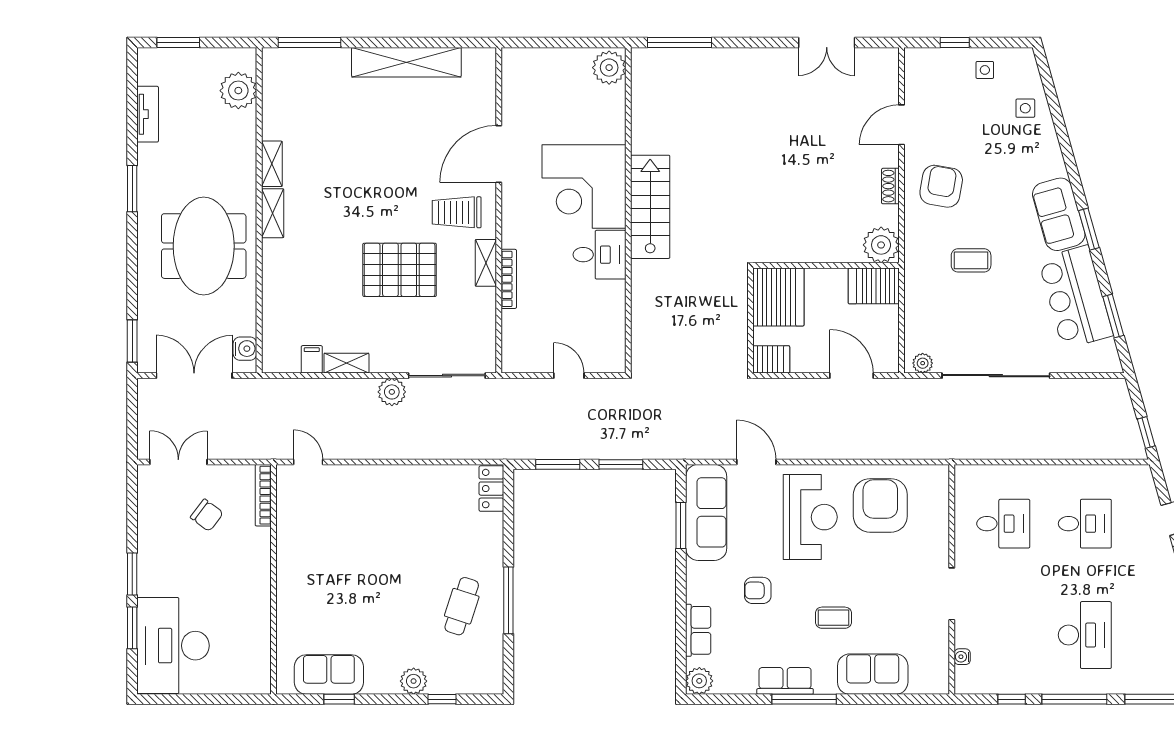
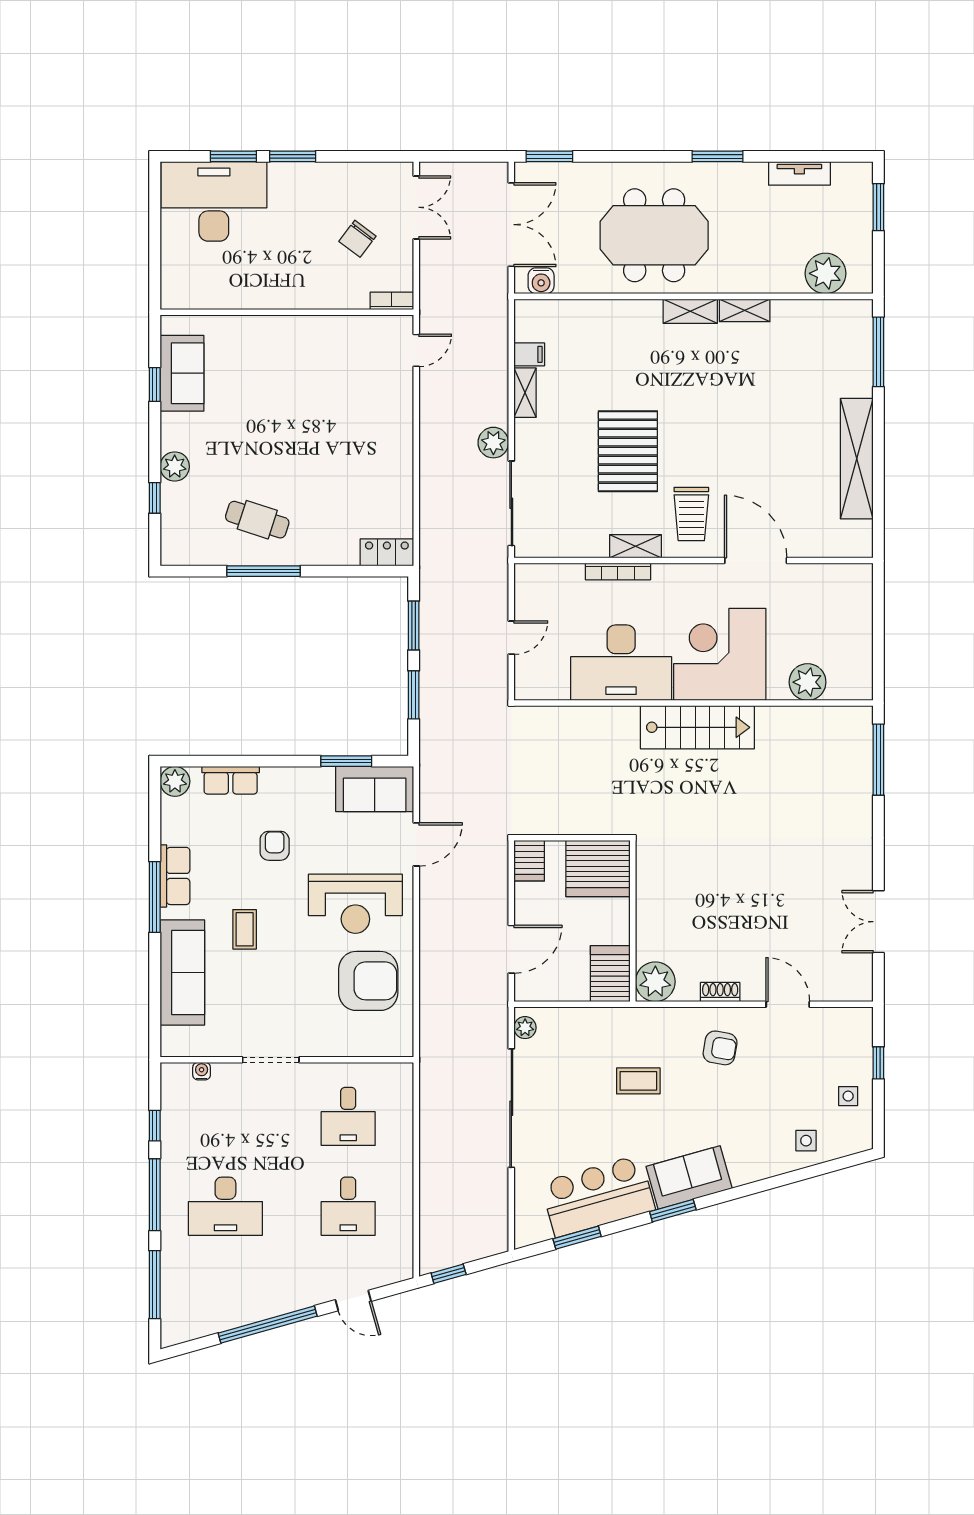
plant: (609, 68) -> (808, 682), moved
armchair: (941, 186) -> (720, 1048), width x0.72, depth x0.72
trolley: (457, 212) -> (691, 514), turned 180
desk: (599, 255) -> (621, 663), width x1.87, depth x1.30
coffee table: (971, 260) -> (638, 1081), turned 90
bookcase: (263, 495) -> (392, 301), width x0.64
sofa: (706, 512) -> (375, 789), width x0.73
sofa: (873, 674) -> (182, 973), width x1.36

